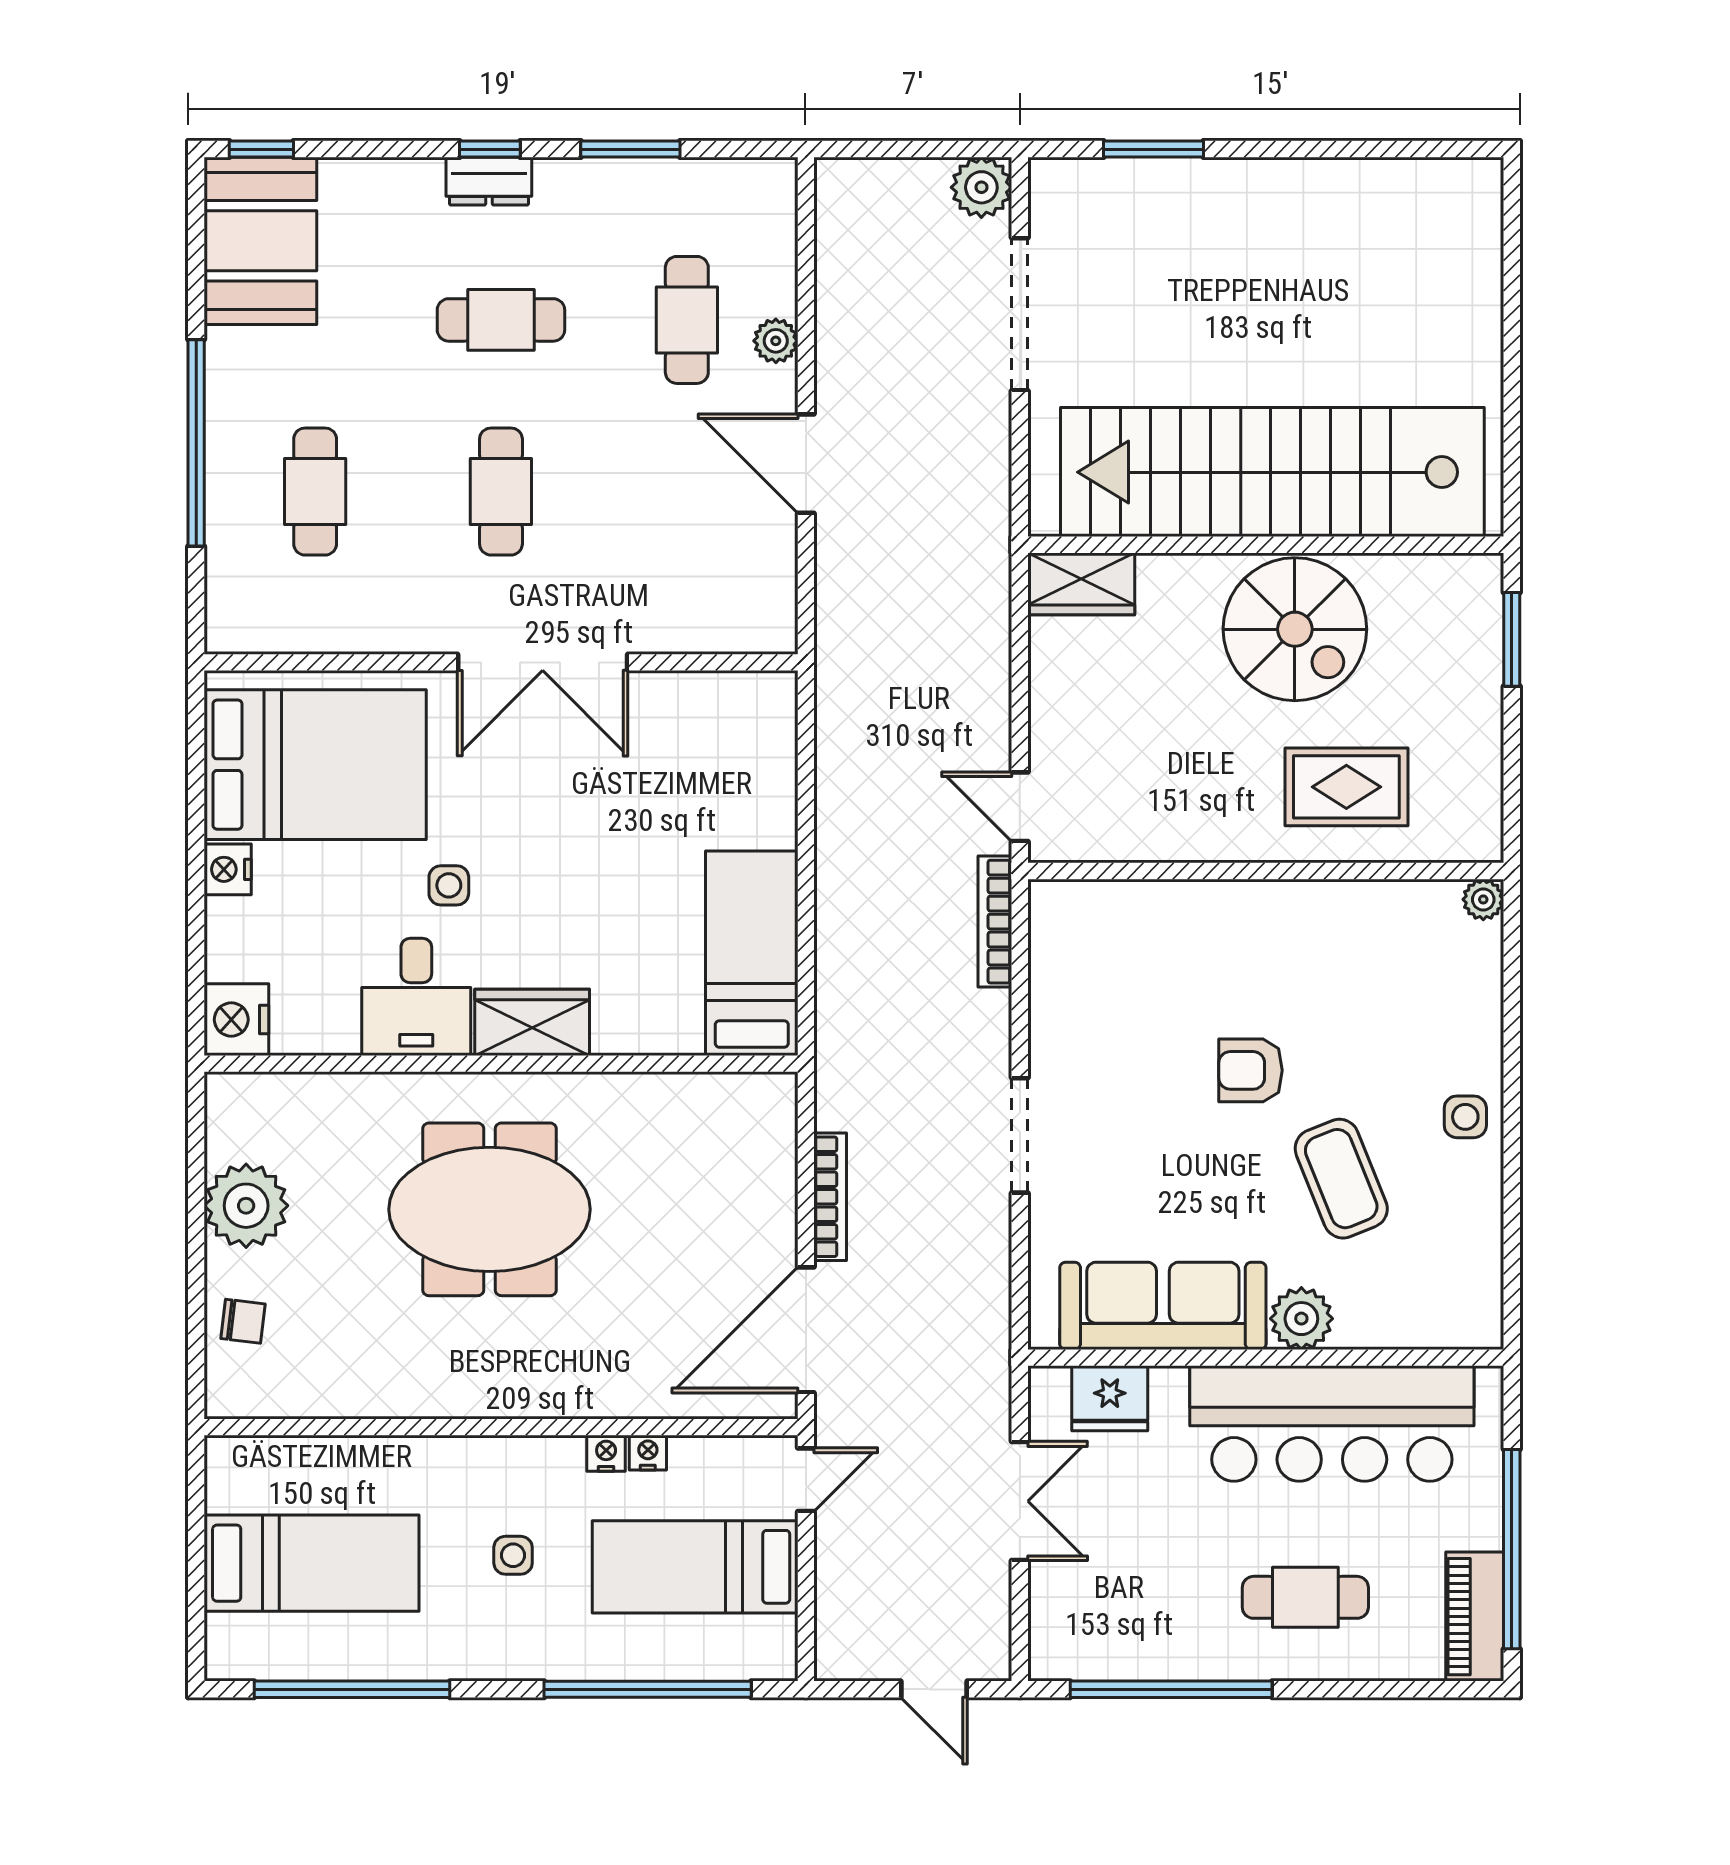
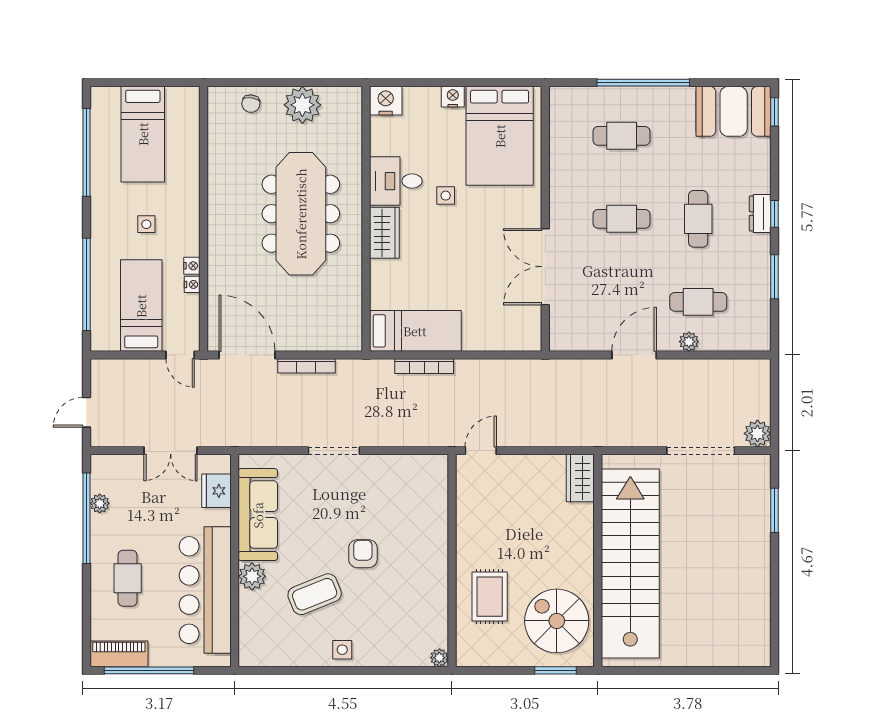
spiral stairs: (1295, 629) -> (557, 621), moved, turned 90
double door: (543, 662) -> (545, 267), moved
bookcase: (995, 922) -> (424, 366), moved, turned 180
meeting table: (489, 1209) -> (301, 214), width x1.36
plant: (1138, 1660) -> (100, 503), added

